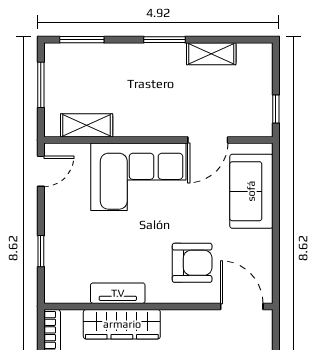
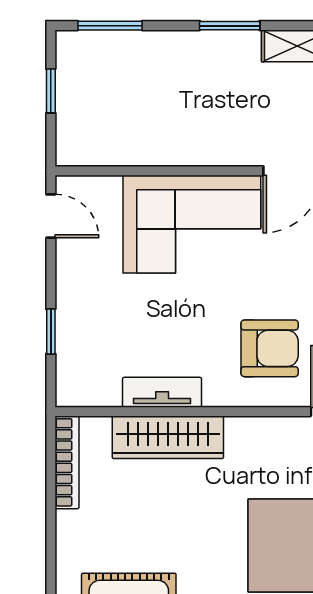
window: (41, 85) -> (51, 91), width x0.67
shelving: (87, 125) -> (117, 150), removed
door: (41, 171) -> (51, 216), hinge flipped

